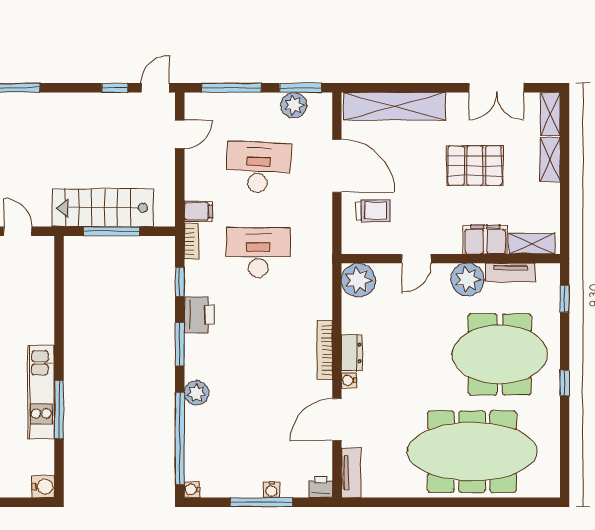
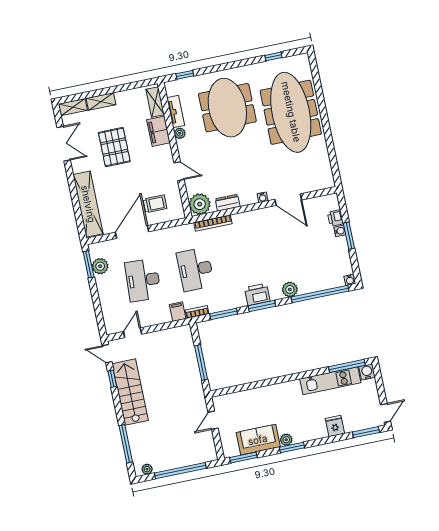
window: (231, 88) -> (97, 307), removed
door: (180, 134) -> (133, 333), hinge flipped
stairs: (103, 208) -> (130, 392), moved, turned 180
trolley: (373, 211) -> (155, 204), turned 90
plant: (467, 280) -> (180, 133), width x0.53, depth x0.53
window: (180, 282) -> (224, 314), width x1.50
printer: (199, 315) -> (257, 295), moved
bookcase: (325, 350) -> (213, 223), moved
dresser: (352, 353) -> (228, 203), moved
window: (565, 383) -> (273, 56), moved
kitchen unit: (41, 392) -> (330, 381), moved
window: (59, 409) -> (347, 366), moved
tv unit: (351, 473) -> (319, 184), removed
printer: (321, 487) -> (335, 218), moved
window: (261, 502) -> (349, 236), width x0.69

